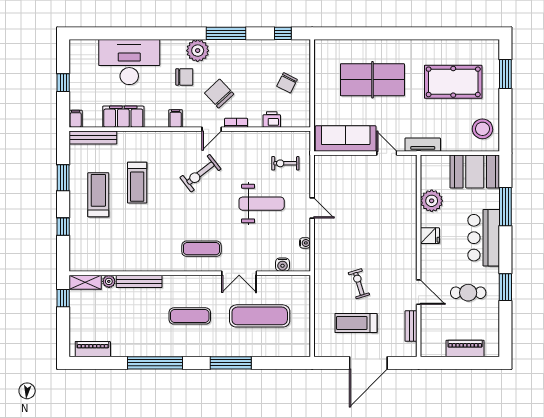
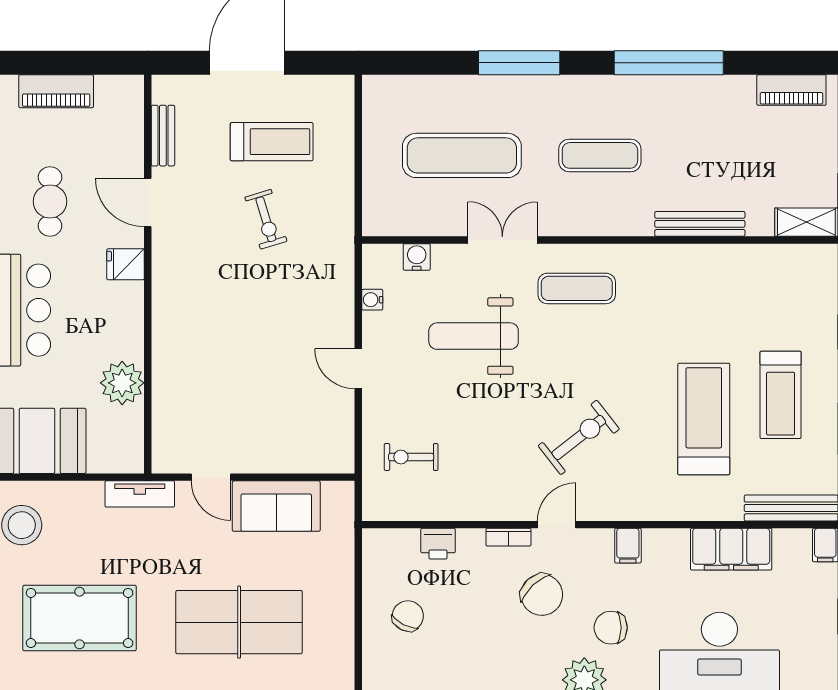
sofa: (346, 138) -> (276, 506), width x0.73
exercise bike: (285, 163) -> (411, 457), turned 180
treadmill: (137, 183) -> (704, 419), width x1.37, depth x1.38
weight bench: (262, 204) -> (474, 336), moved
fridge: (430, 236) -> (126, 264), moved
plant: (109, 281) -> (760, 224), removed
cafe table: (468, 293) -> (50, 201), turned 90

